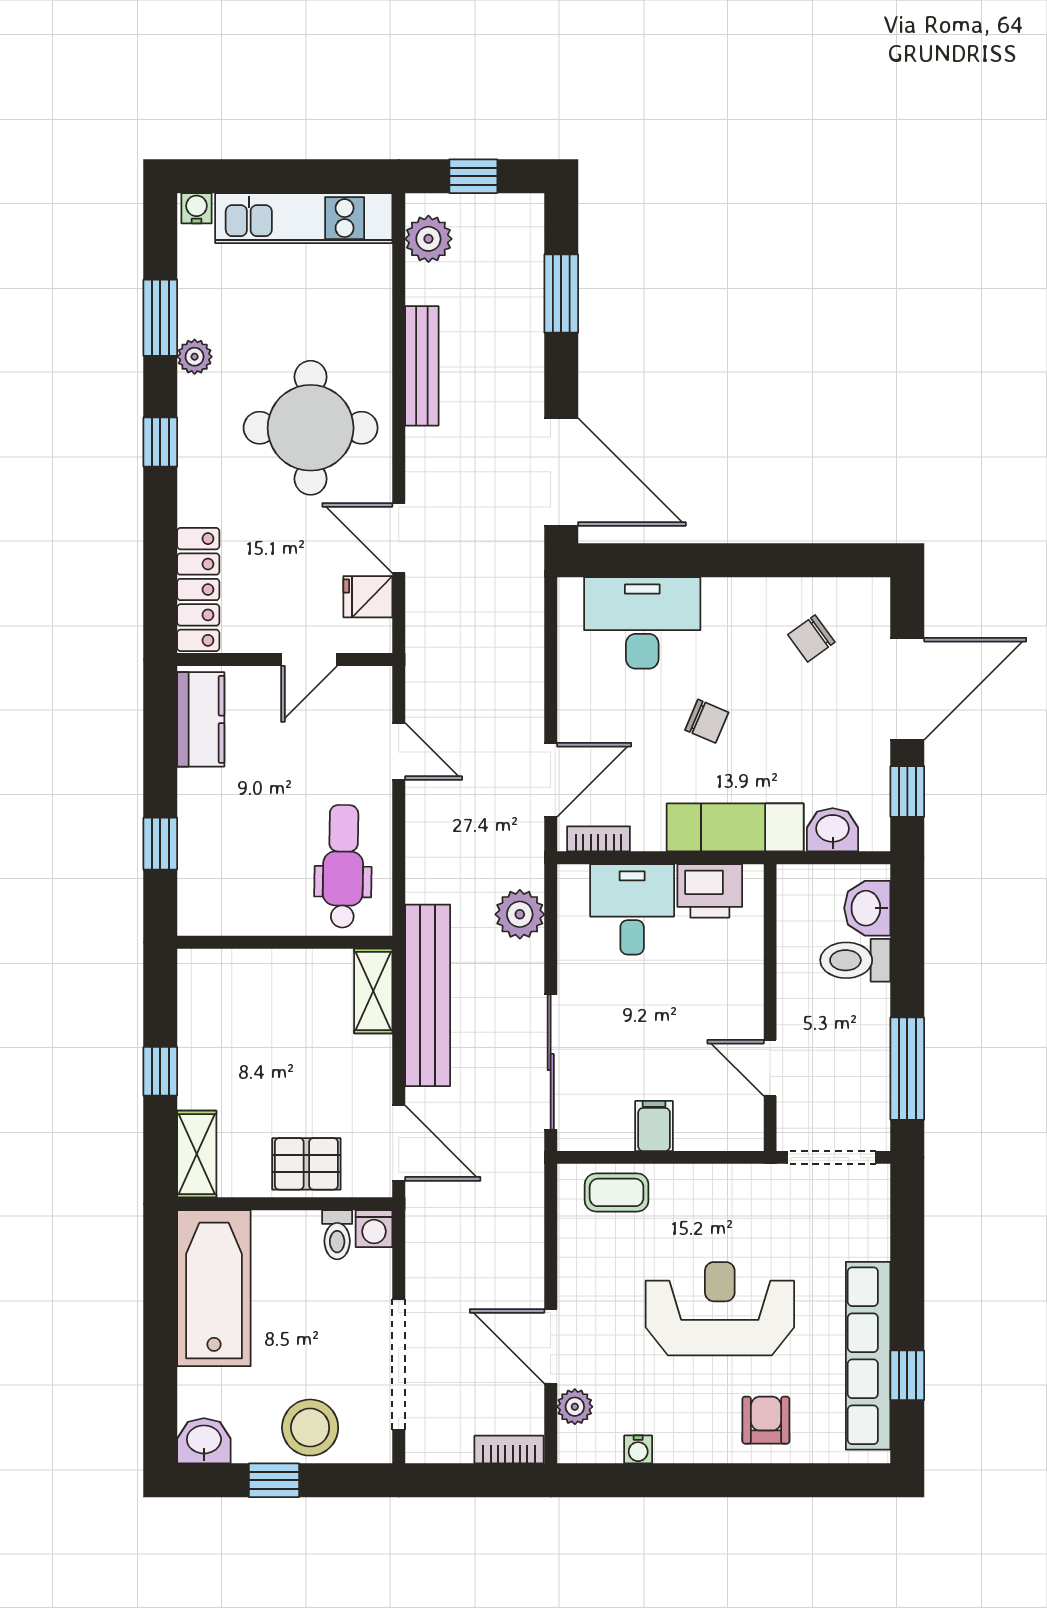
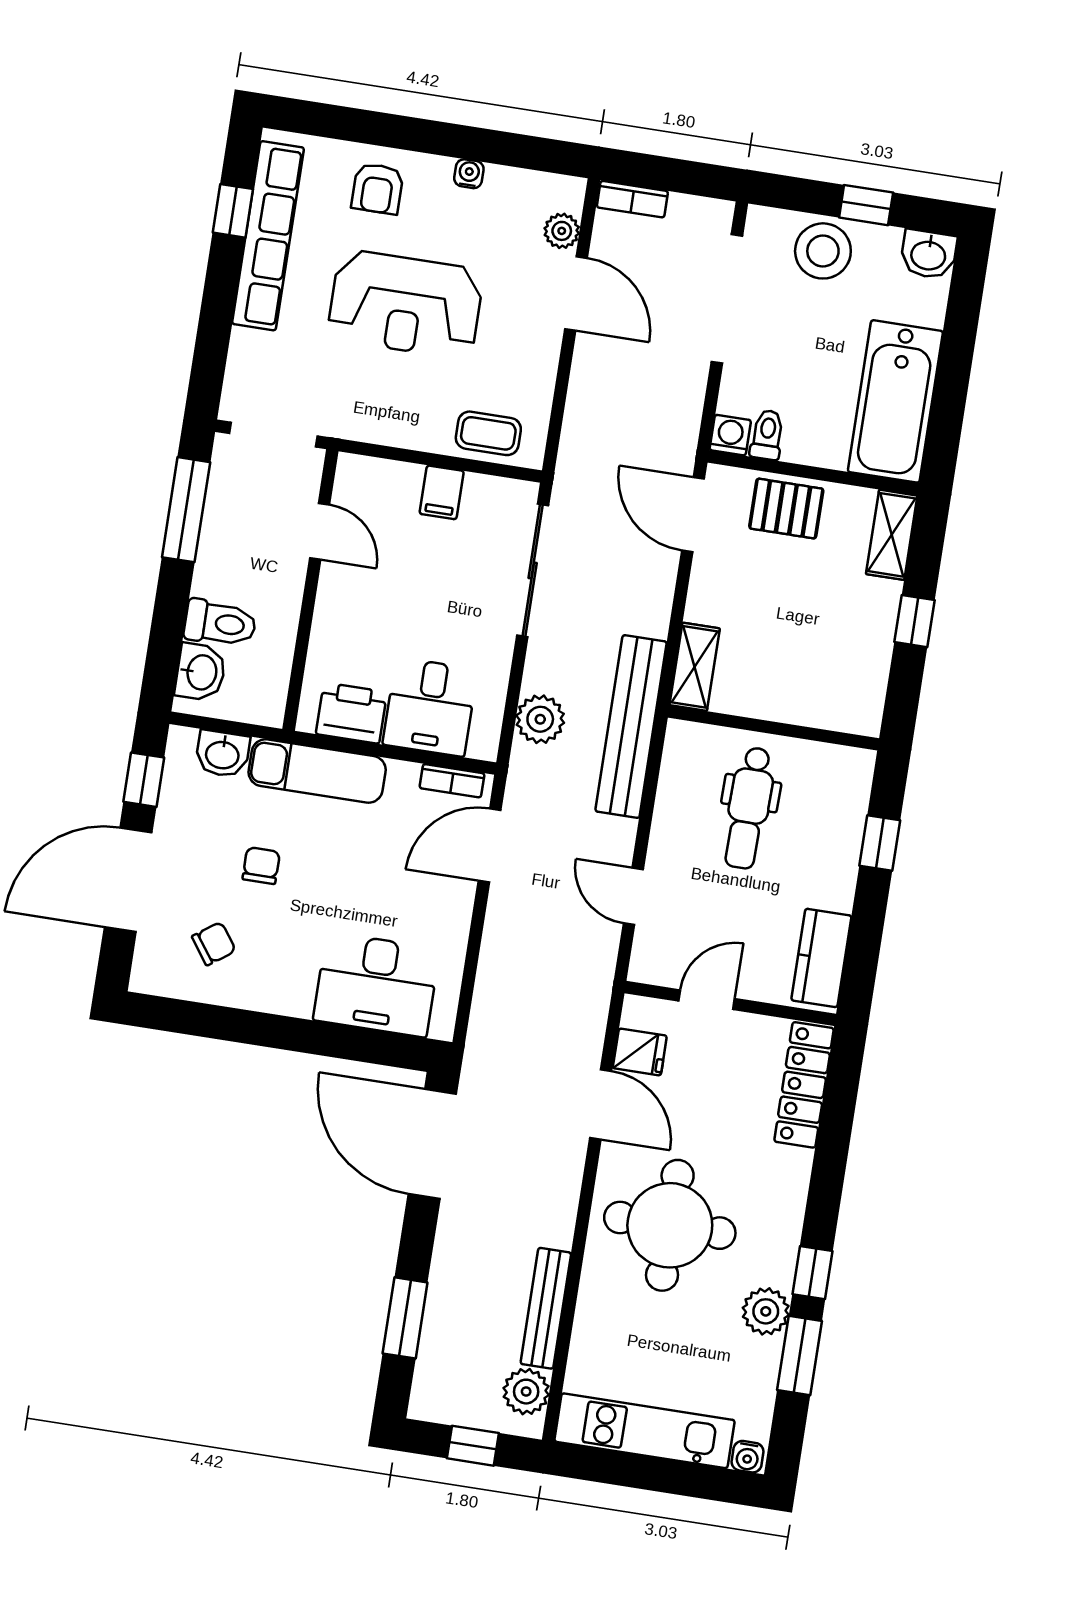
plant: (195, 357) -> (766, 1311), width x1.38, depth x1.38
bench: (422, 366) -> (546, 1308), moved
window: (160, 442) -> (812, 1273), moved
chair: (707, 721) -> (261, 866), moved, turned 67
dental chair: (343, 866) -> (749, 808), moved
bench: (428, 995) -> (631, 726), moved
water cooler: (638, 1449) -> (469, 174), moved

